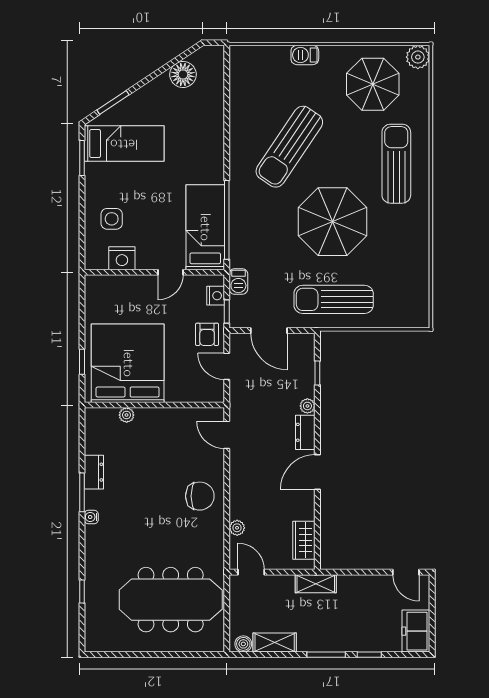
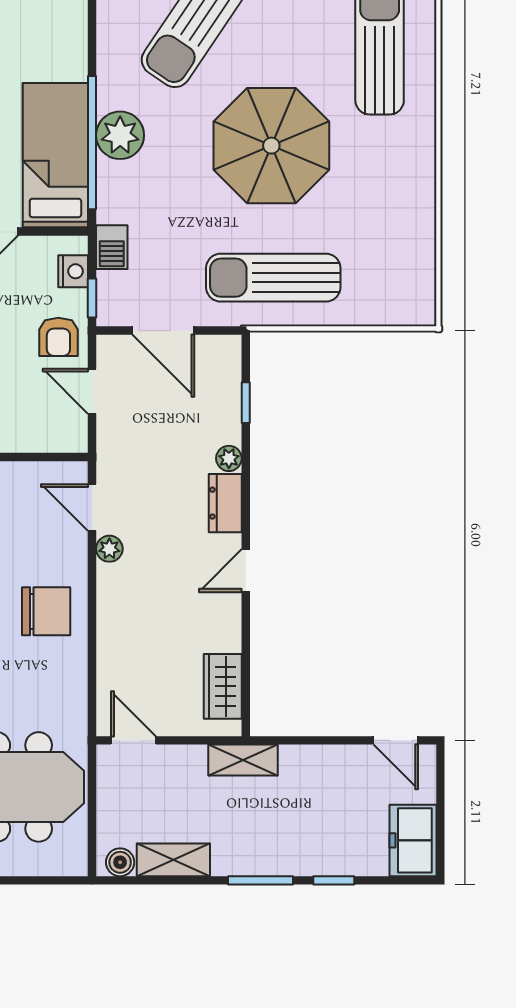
plant: (243, 216) -> (120, 135), added
door: (317, 472) -> (246, 571), width x0.73
plant: (237, 528) -> (109, 549), moved

